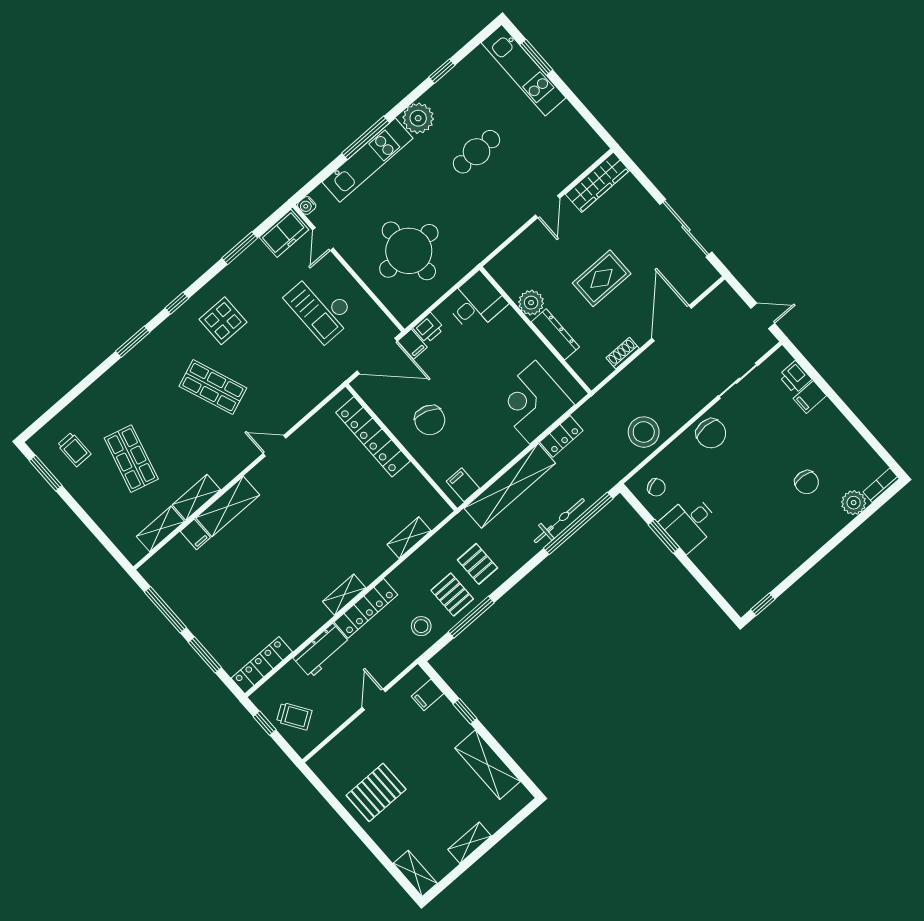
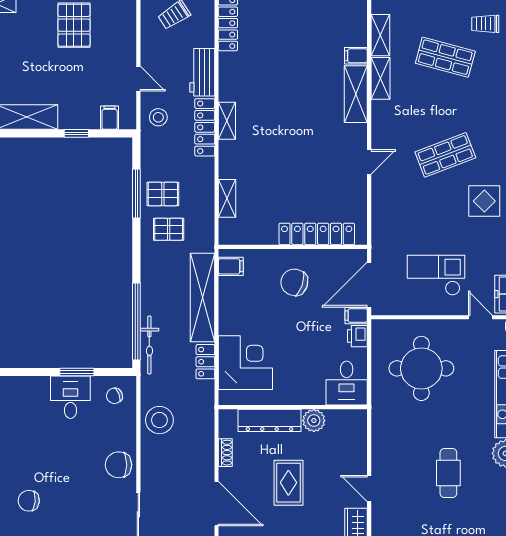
dresser: (555, 334) -> (269, 420), width x1.37, depth x1.24
bicycle: (559, 521) -> (149, 345), moved
stool: (421, 626) -> (158, 117), moved

